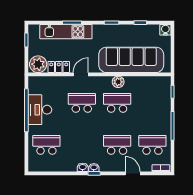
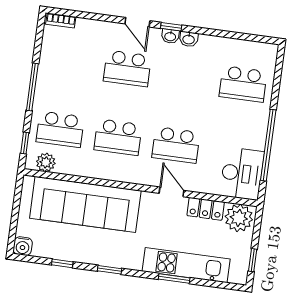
door: (81, 74) -> (171, 192), swing flipped
plant: (118, 82) -> (46, 162), moved
desk: (40, 110) -> (242, 174), moved
school desk: (152, 145) -> (60, 129), moved
door: (133, 173) -> (137, 22), moved

